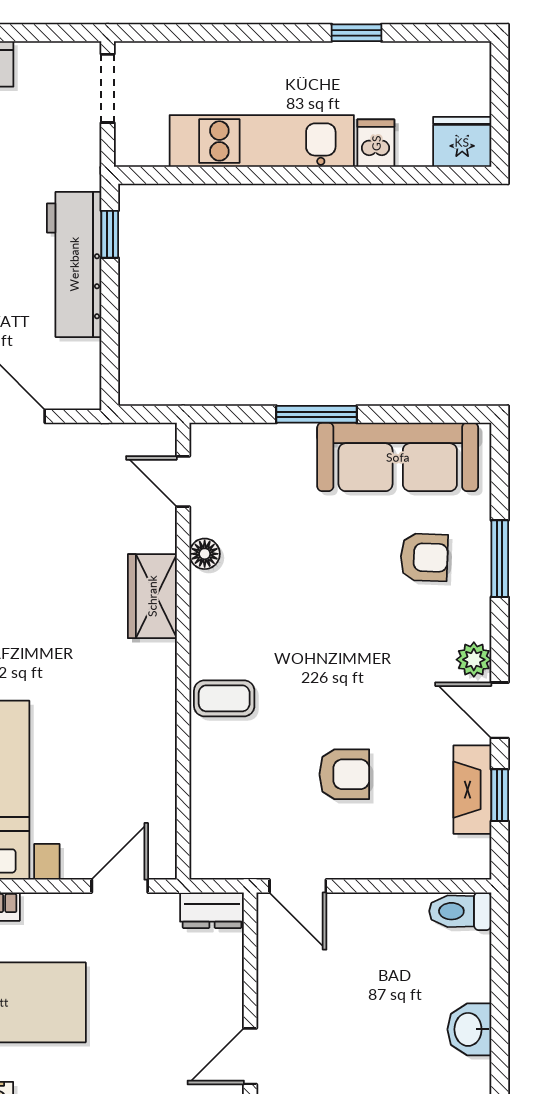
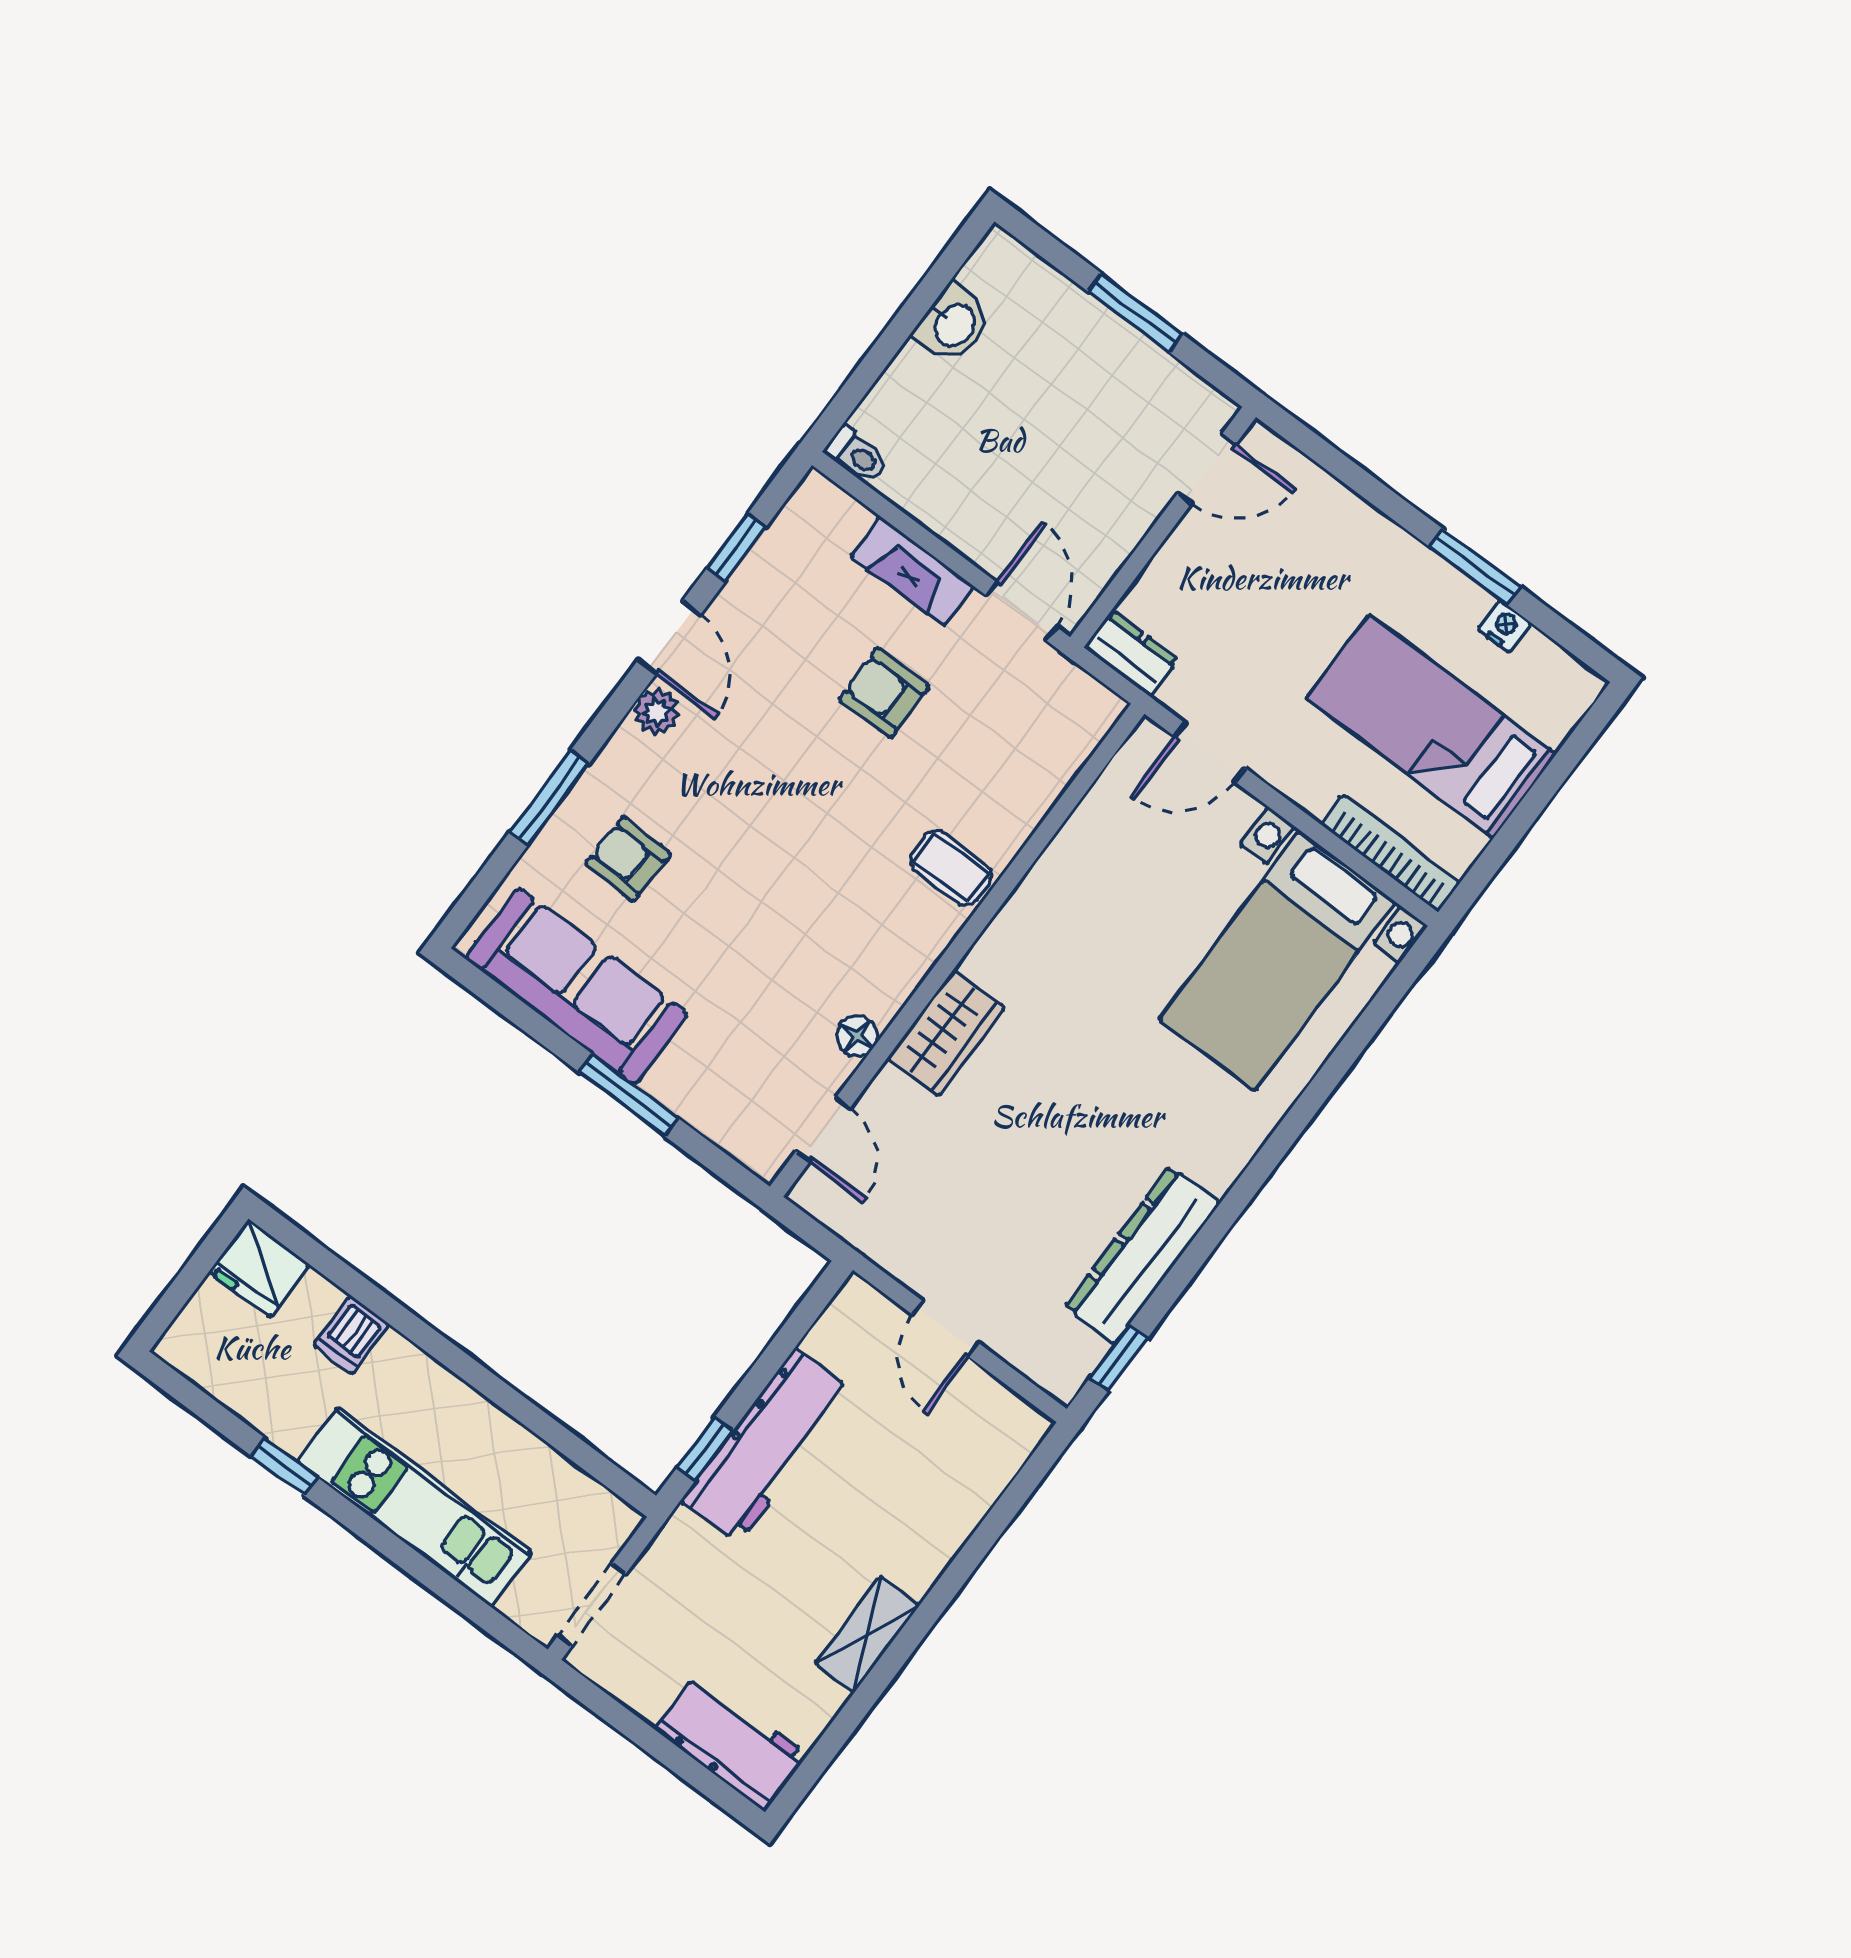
kitchen unit: (262, 141) -> (414, 1507), moved, turned 180
fireplace: (472, 790) -> (912, 571), moved, turned 90
toilet: (460, 911) -> (857, 455), width x0.73, depth x0.72

